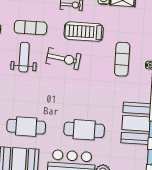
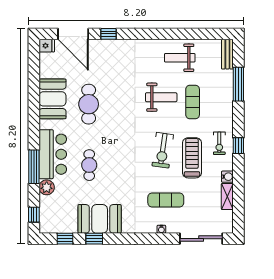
exercise bike: (63, 59) -> (163, 150), moved
cafe table: (84, 130) -> (89, 165), width x0.73, depth x0.74

